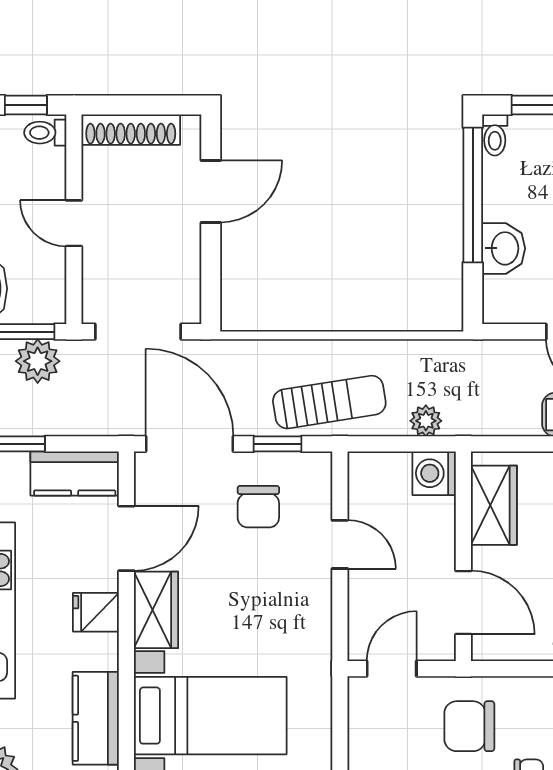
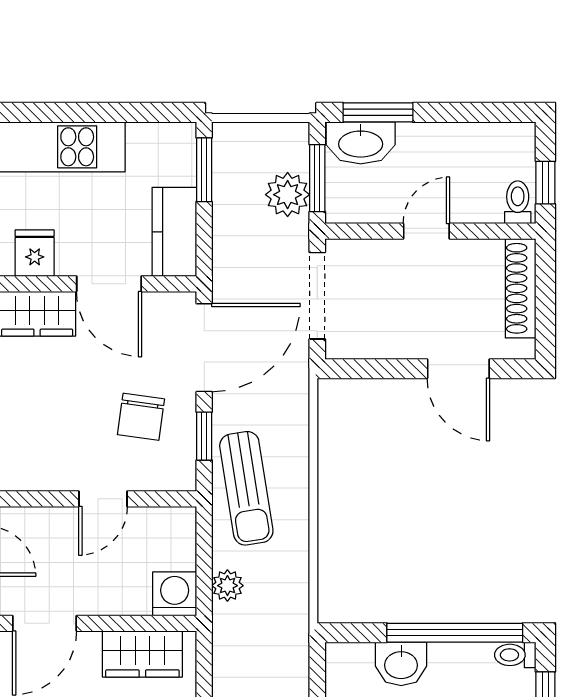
chair: (258, 507) -> (141, 417), turned -82

